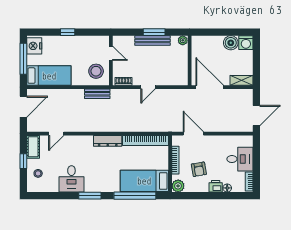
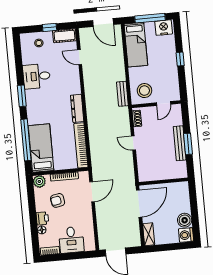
plant: (183, 40) -> (183, 173), removed

